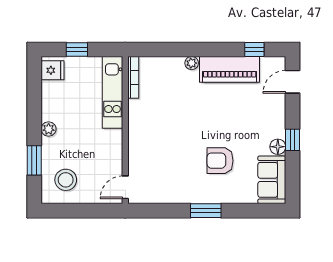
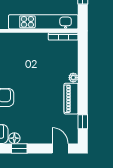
piano: (230, 69) -> (71, 99), width x0.73, depth x0.75
kitchen unit: (113, 92) -> (43, 22), width x1.36

